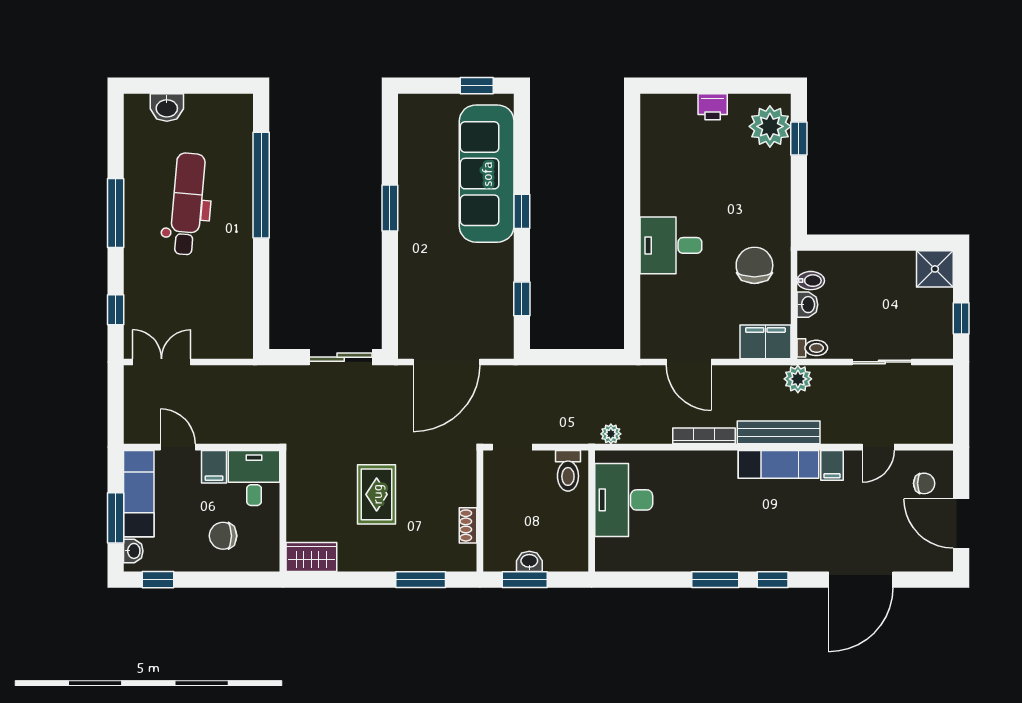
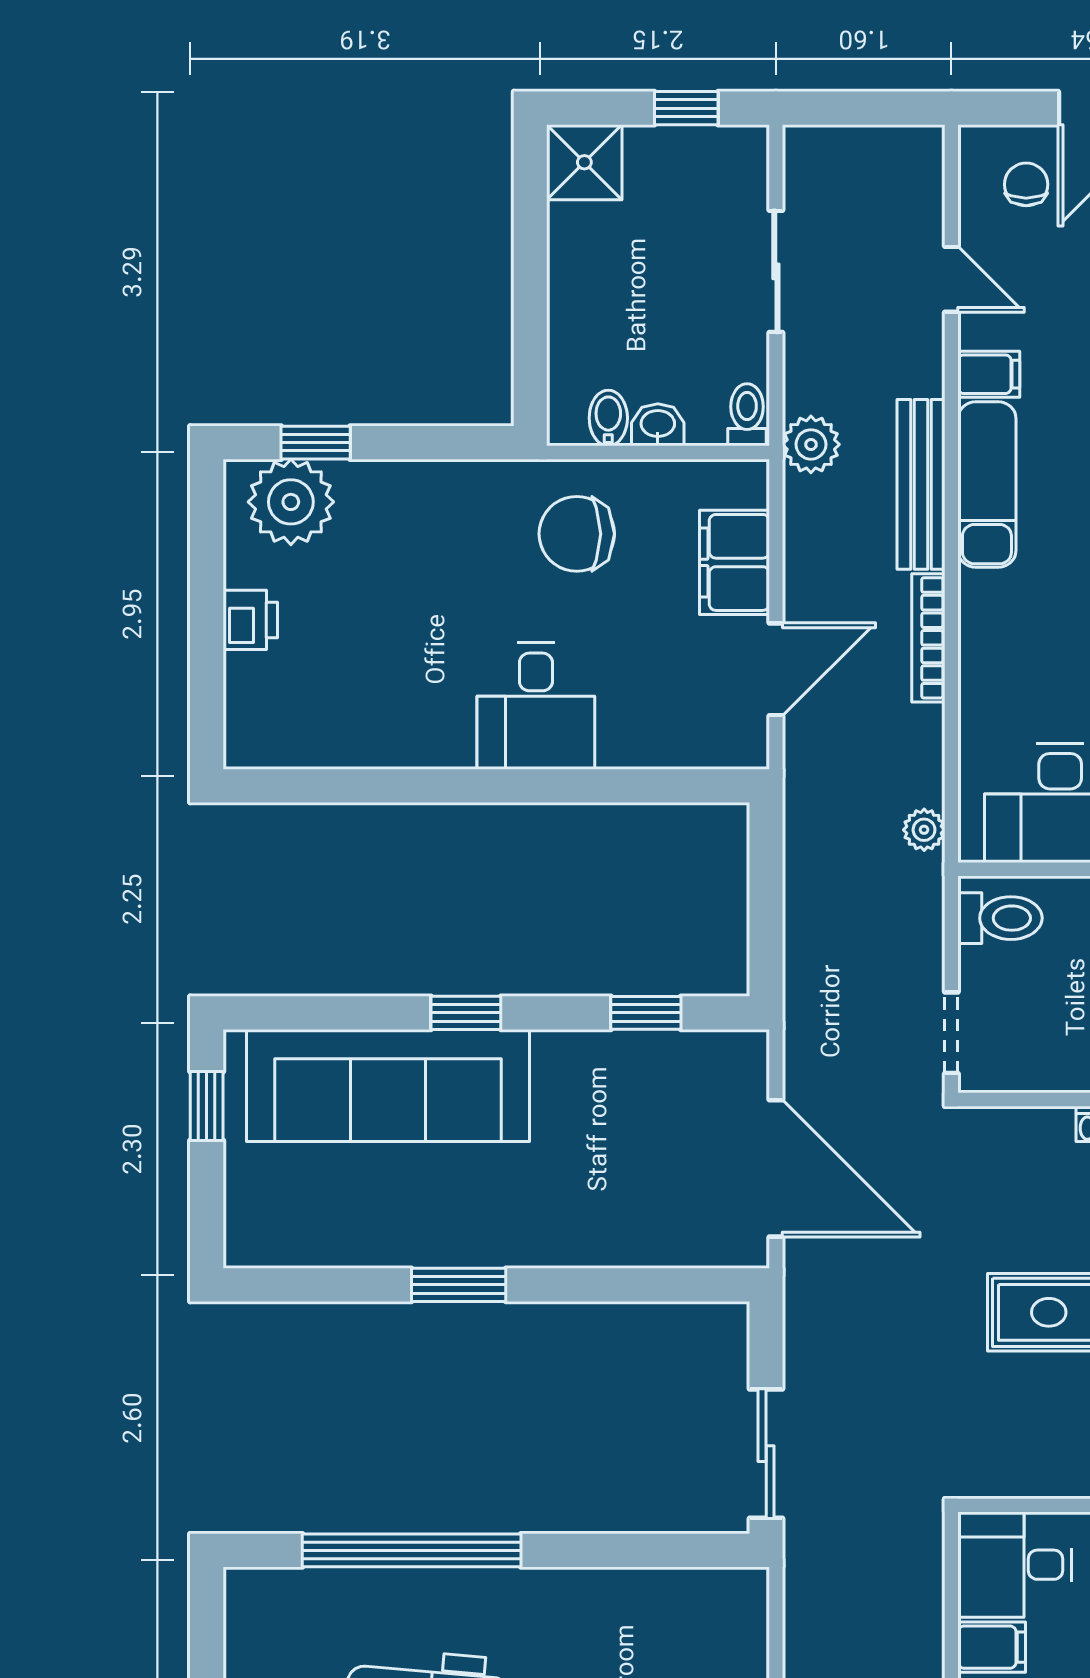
filing cabinet: (765, 342) -> (734, 562), moved
sliding door: (341, 357) -> (766, 1454), moved

